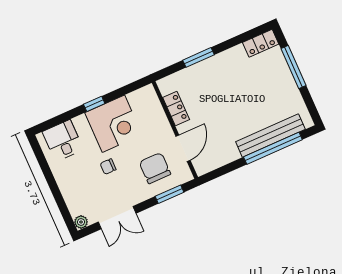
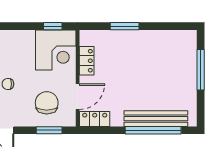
locker: (261, 43) -> (95, 119), moved, turned 180
window: (94, 104) -> (53, 26), moved
corner desk: (114, 124) -> (56, 50), moved

